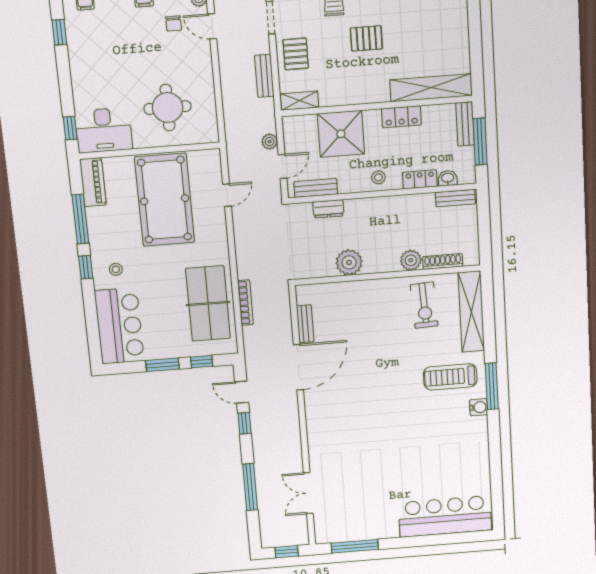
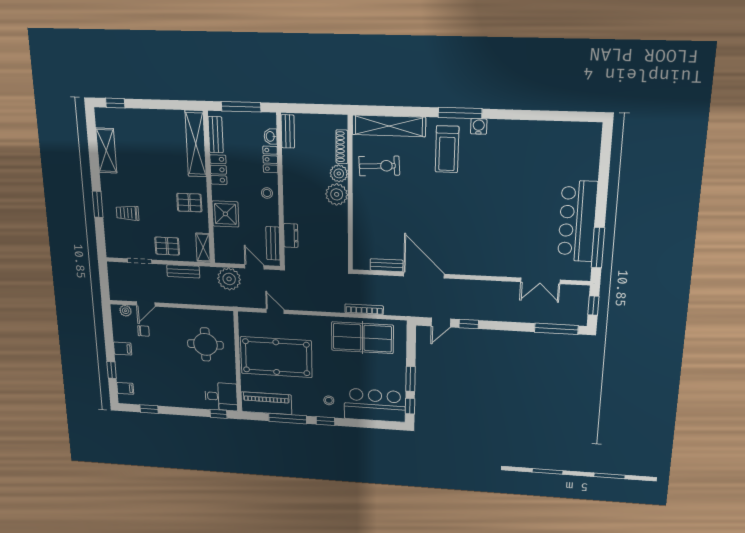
pallet: (366, 38) -> (189, 203), moved, turned 90
bench: (465, 124) -> (216, 135), moved, turned 90
desk: (104, 130) -> (221, 397), width x0.73
shower: (341, 134) -> (225, 214), width x0.73, depth x0.73
plant: (270, 142) -> (229, 279), width x1.87, depth x1.87
piano: (93, 182) -> (266, 403), width x1.37, depth x1.33
plant: (349, 262) -> (337, 194), moved
window: (202, 362) -> (410, 406), moved
window: (250, 487) -> (556, 329), moved
bar counter: (445, 516) -> (577, 221), moved

